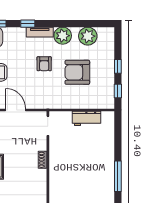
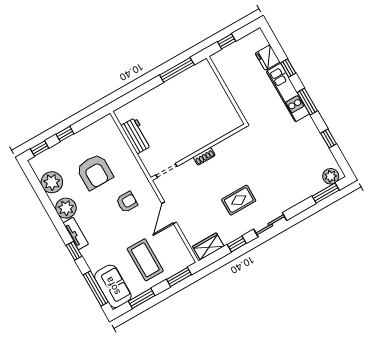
armchair: (44, 64) -> (127, 202), moved
window: (118, 91) -> (40, 149), moved

